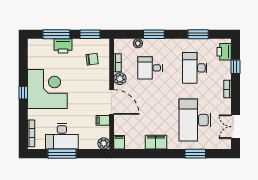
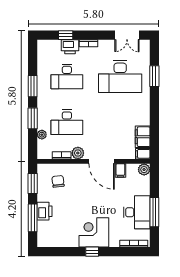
window: (198, 34) -> (33, 86), moved
printer: (224, 52) -> (70, 47), moved
desk: (150, 68) -> (67, 122), width x1.37
corner desk: (47, 89) -> (94, 232), width x0.74, depth x0.74
door: (112, 102) -> (102, 161), swing flipped
filing cabinet: (156, 142) -> (143, 137), moved

